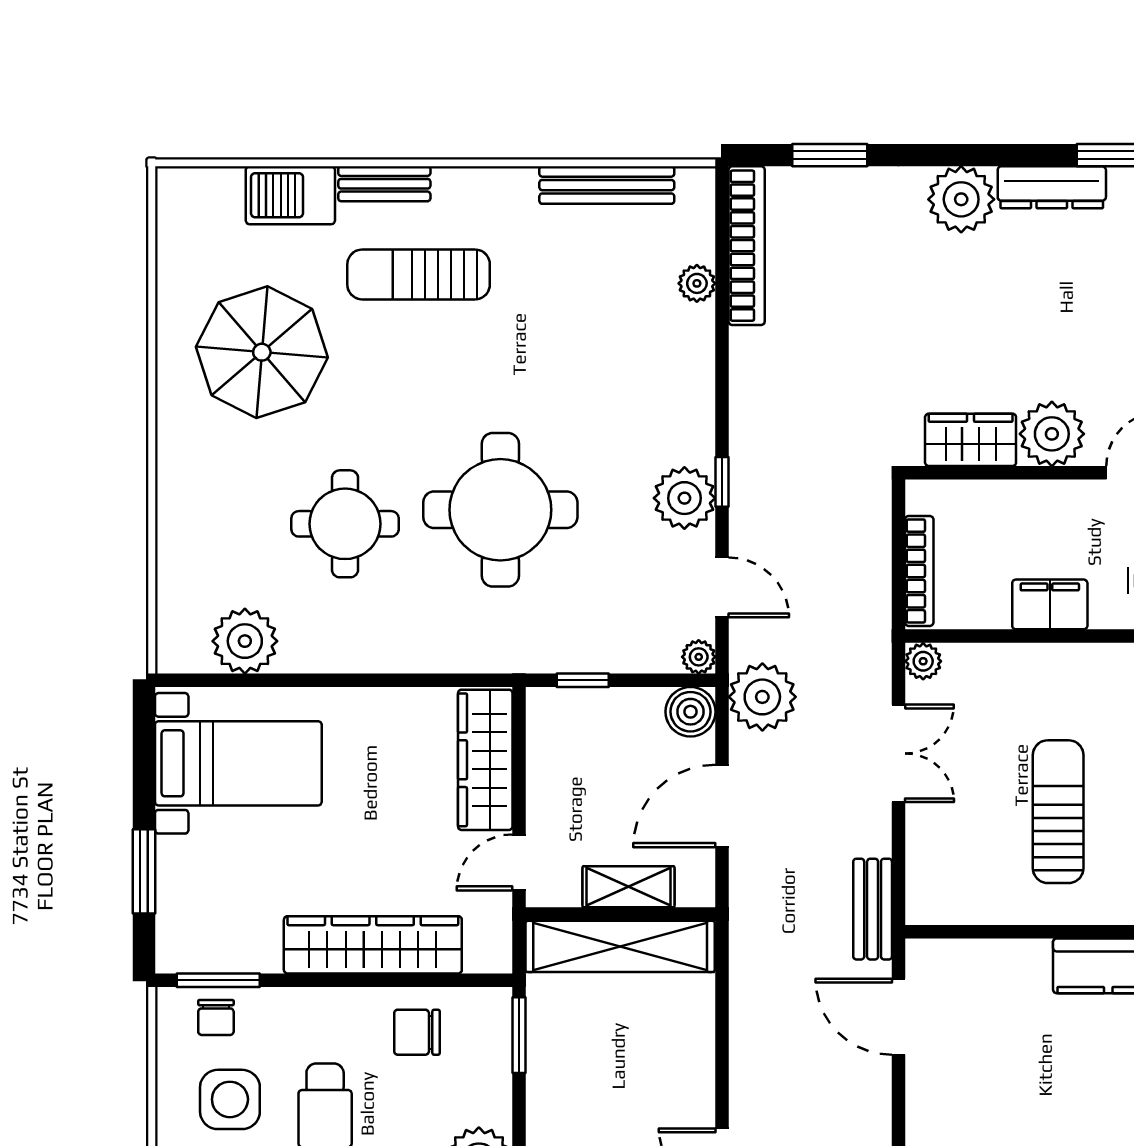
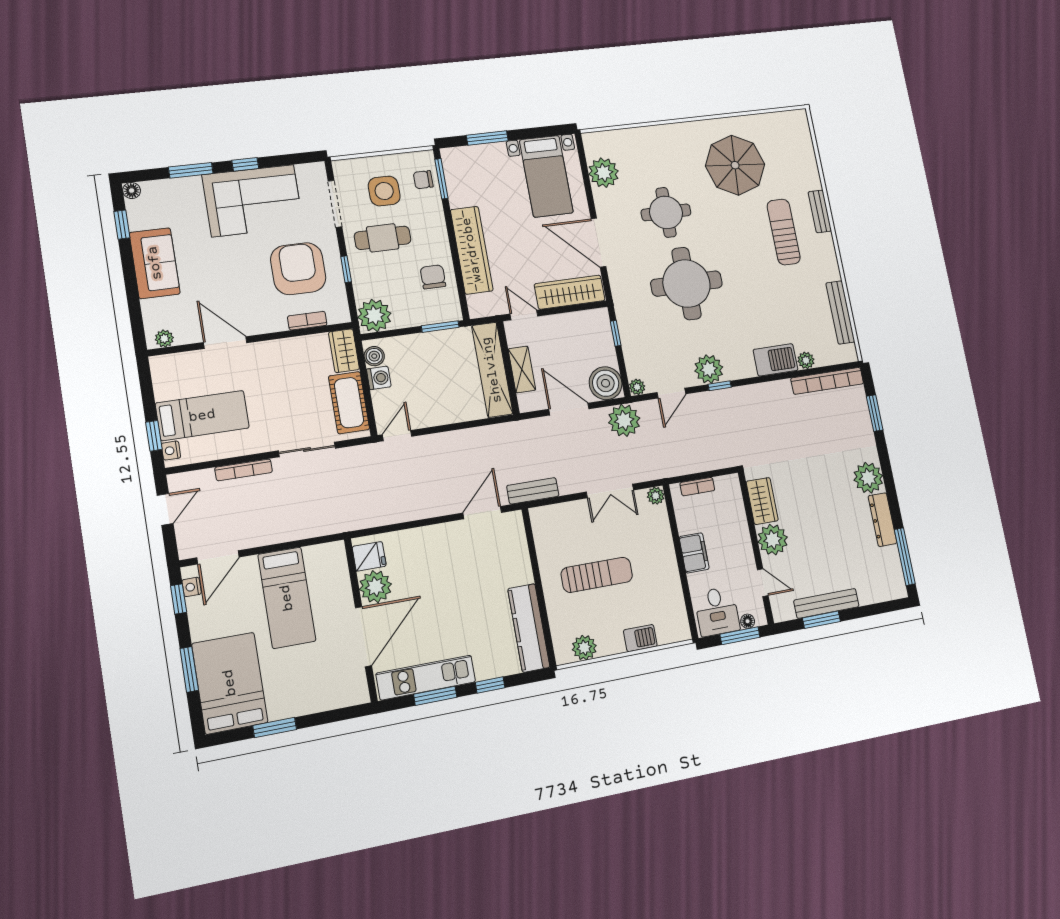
barbecue: (290, 195) -> (776, 360), moved, turned 90
bookcase: (919, 571) -> (697, 487), width x0.64
door: (391, 680) -> (598, 243), added
boiler: (690, 712) -> (606, 383), width x1.37, depth x1.37

